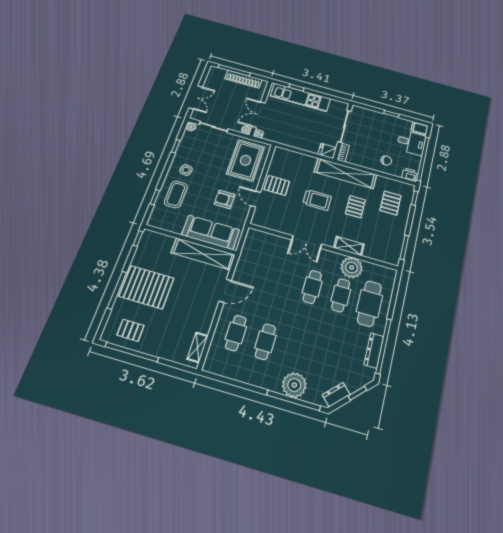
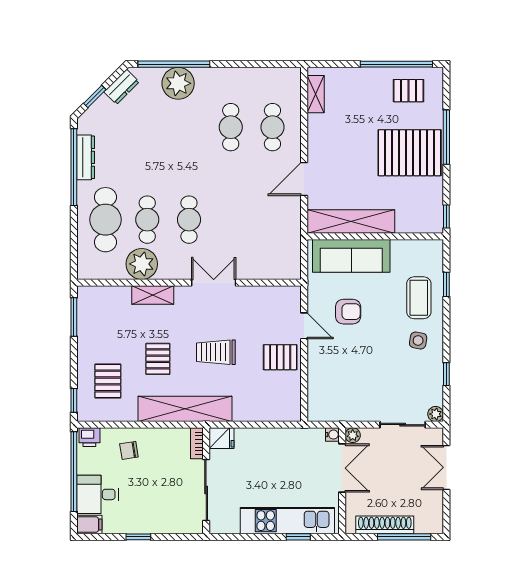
rug: (245, 160) -> (338, 384), removed

